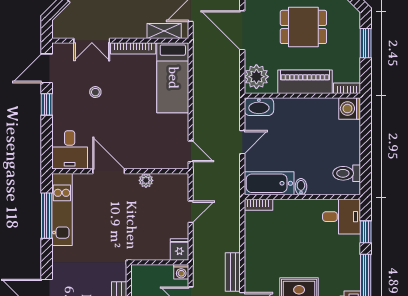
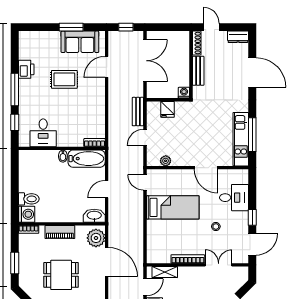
door: (242, 30) -> (107, 262), moved
bed: (173, 78) -> (173, 207), moved, turned 90
piano: (305, 82) -> (60, 232), width x0.73, depth x0.75
desk: (70, 150) -> (234, 198), moved, turned 90
toilet: (347, 173) -> (29, 199), moved
plant: (146, 180) -> (166, 161), moved
desk: (342, 217) -> (43, 133), moved, turned -90
fridge: (180, 249) -> (168, 109), moved
washing machine: (181, 272) -> (184, 93), moved
bench: (233, 272) -> (138, 112), moved

